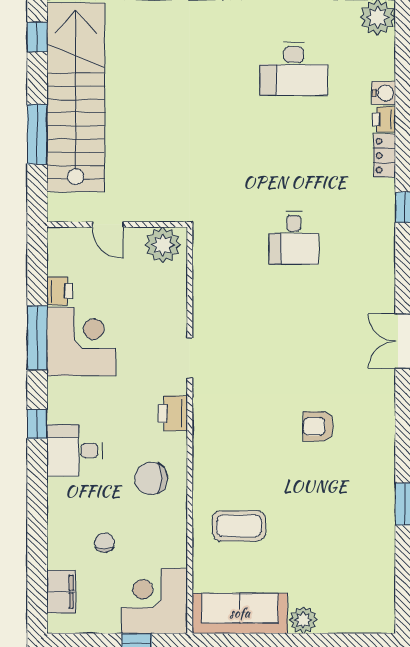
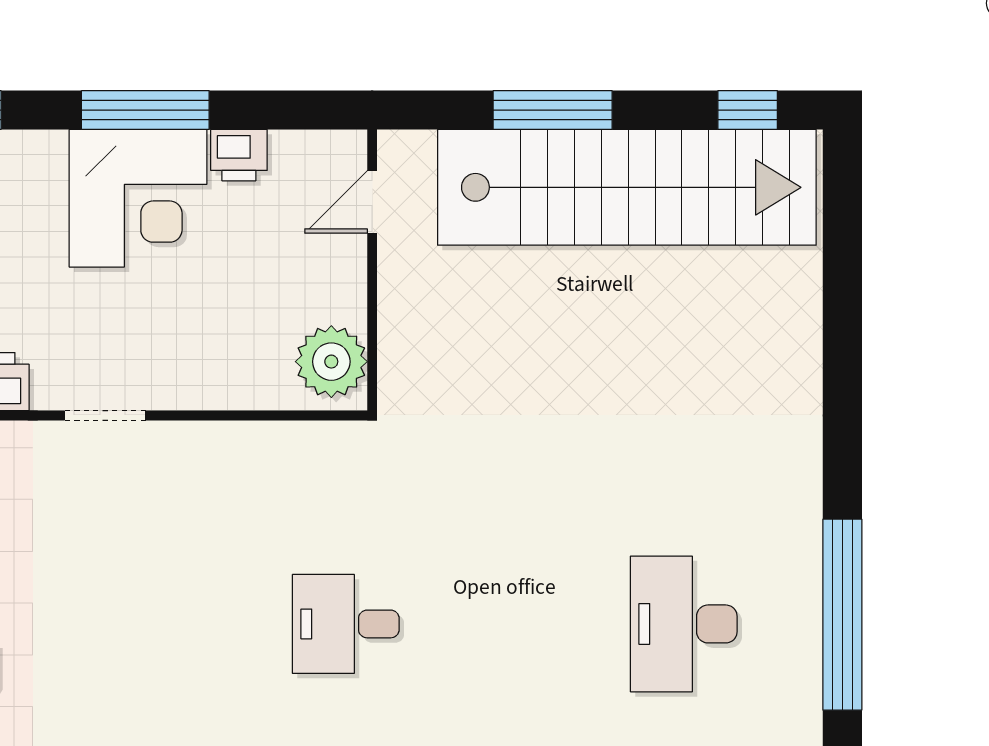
door: (108, 225) -> (372, 202), moved

